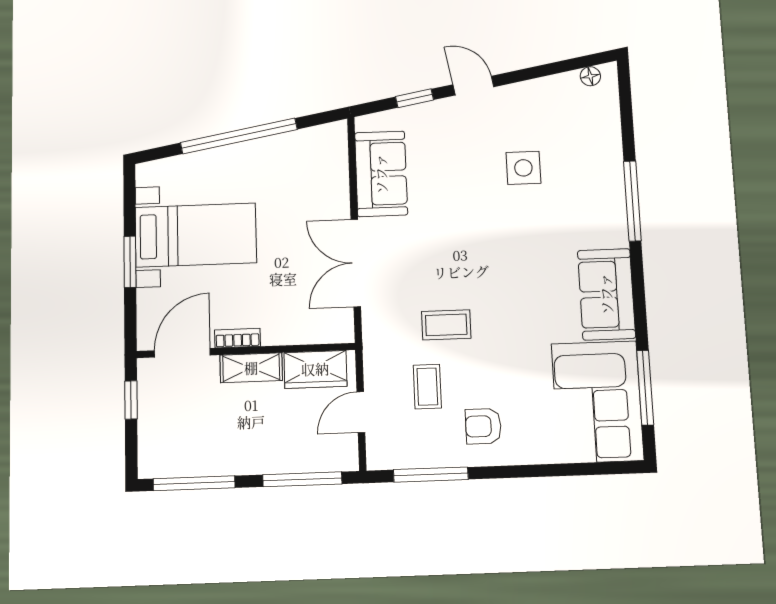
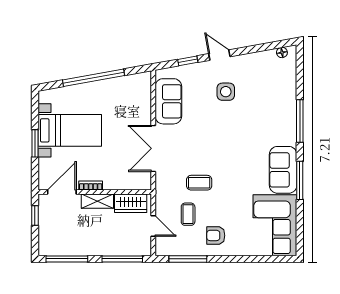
side table: (523, 168) -> (226, 92), moved
window: (645, 388) -> (300, 180), moved
door: (361, 412) -> (153, 226), swing flipped

